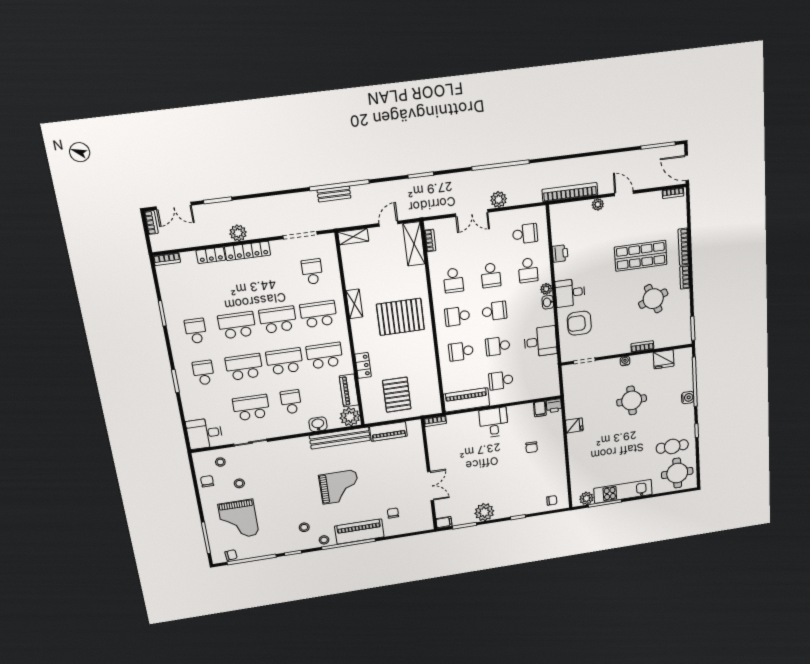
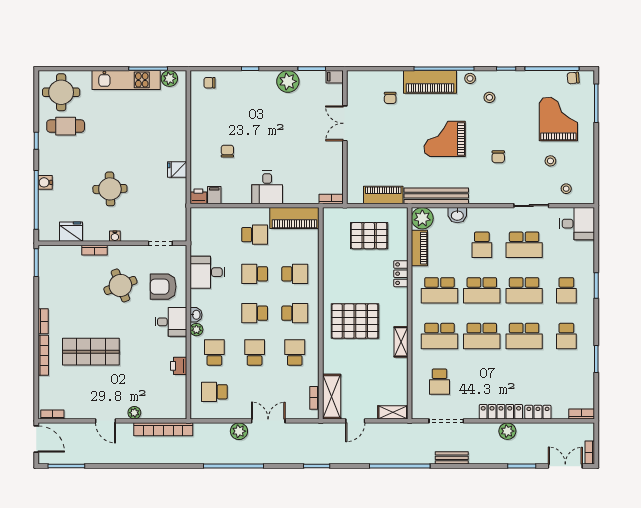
bench: (334, 194) -> (452, 458), moved
round table: (653, 299) -> (120, 285), moved
armchair: (579, 323) -> (163, 287), turned 180
school desk: (498, 346) -> (255, 274), turned 180
pallet: (397, 395) -> (369, 236), turned 90
chair: (207, 481) -> (498, 157), moved

